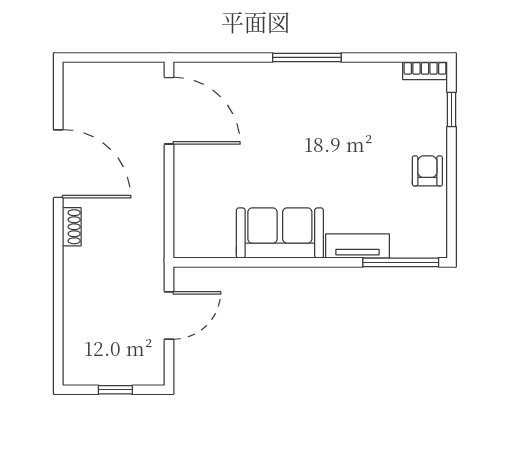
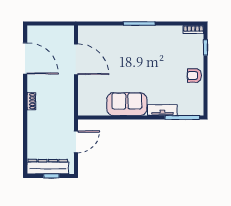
door: (169, 111) -> (76, 59), moved
door: (58, 164) -> (25, 58), moved
armchair: (427, 171) -> (194, 76), turned -90
dresser: (108, 370) -> (48, 167), added

